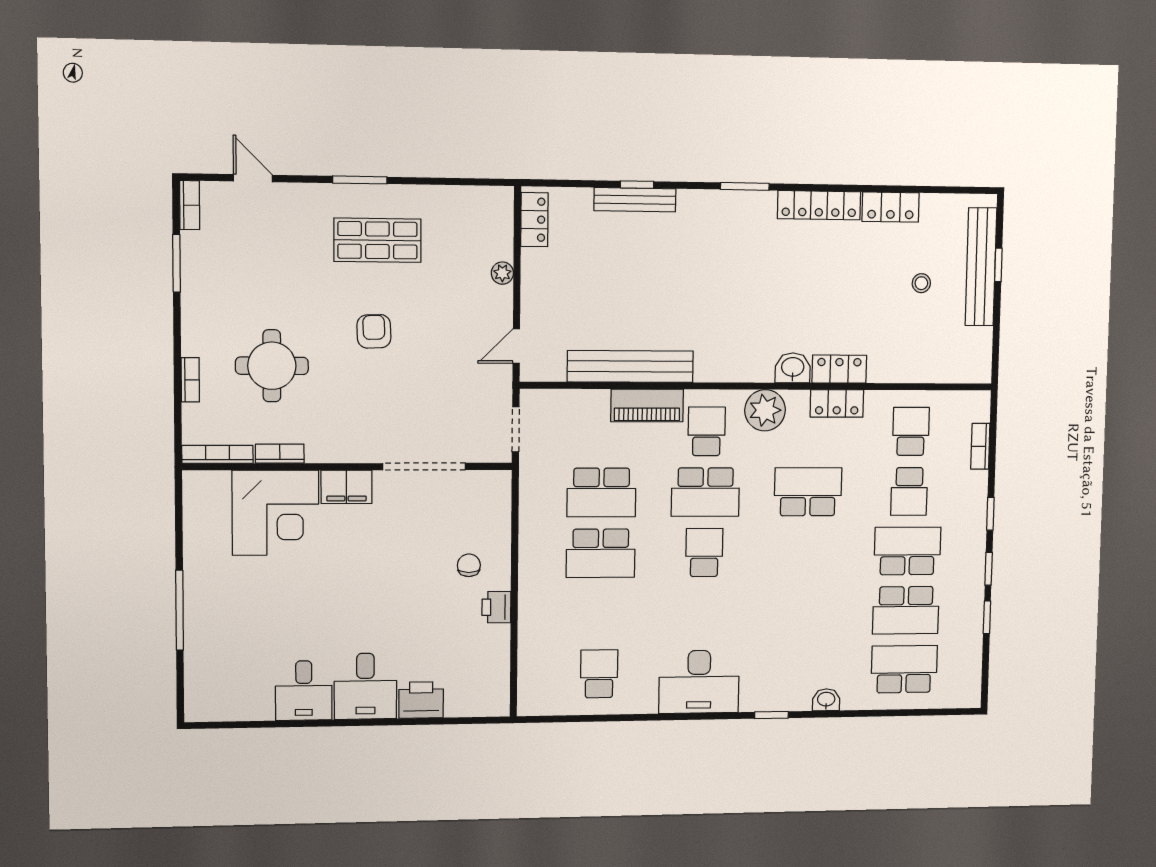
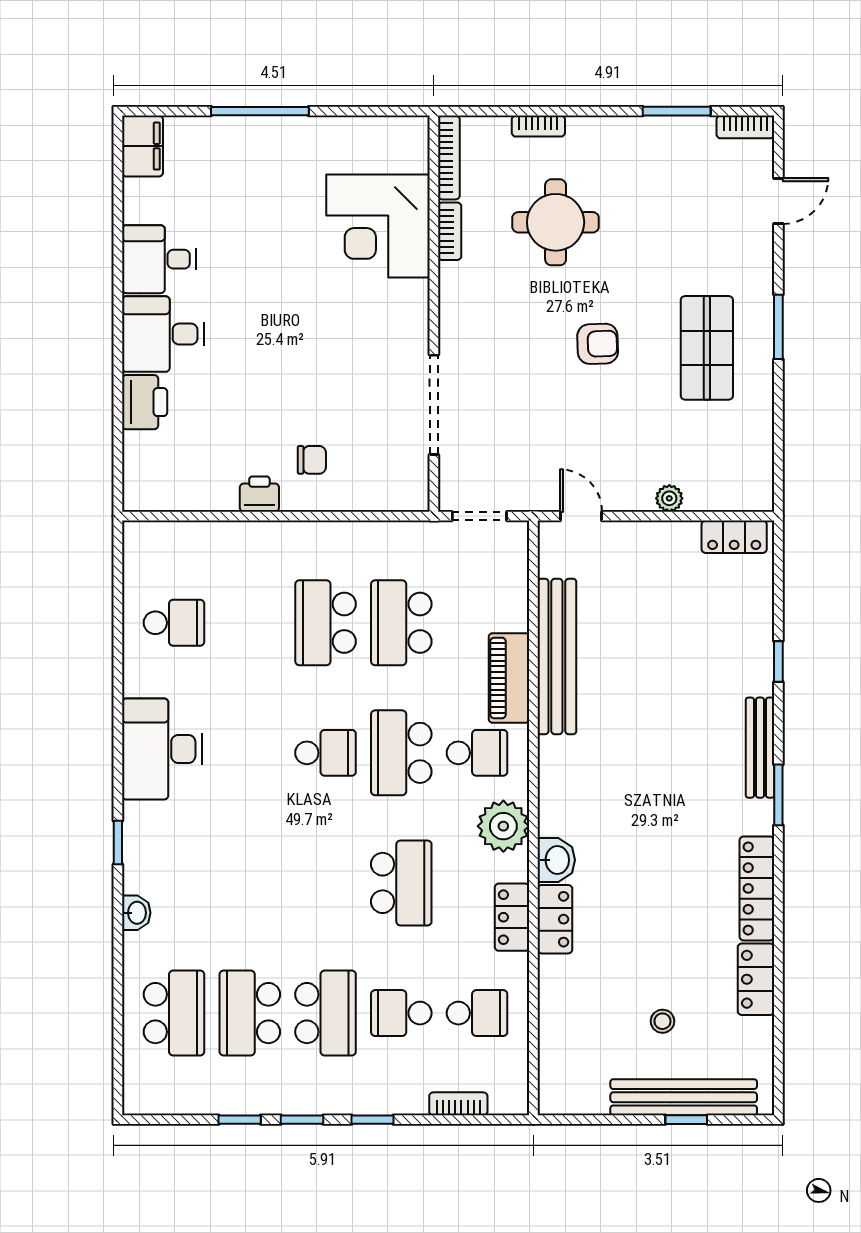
bench: (635, 200) -> (760, 748), moved
filing cabinet: (346, 487) -> (142, 146), moved, turned 180

